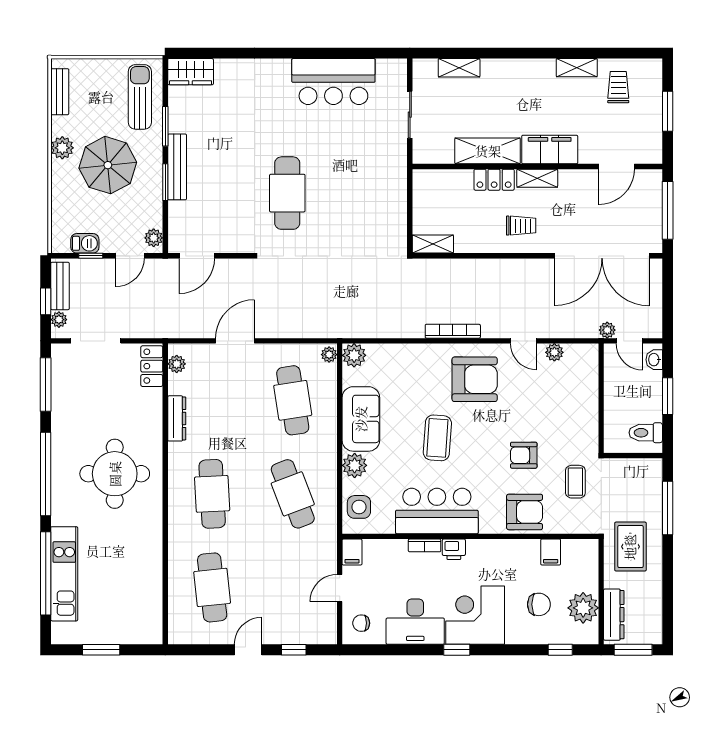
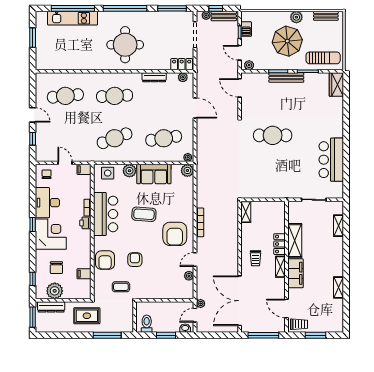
trolley: (618, 87) -> (299, 324), moved

